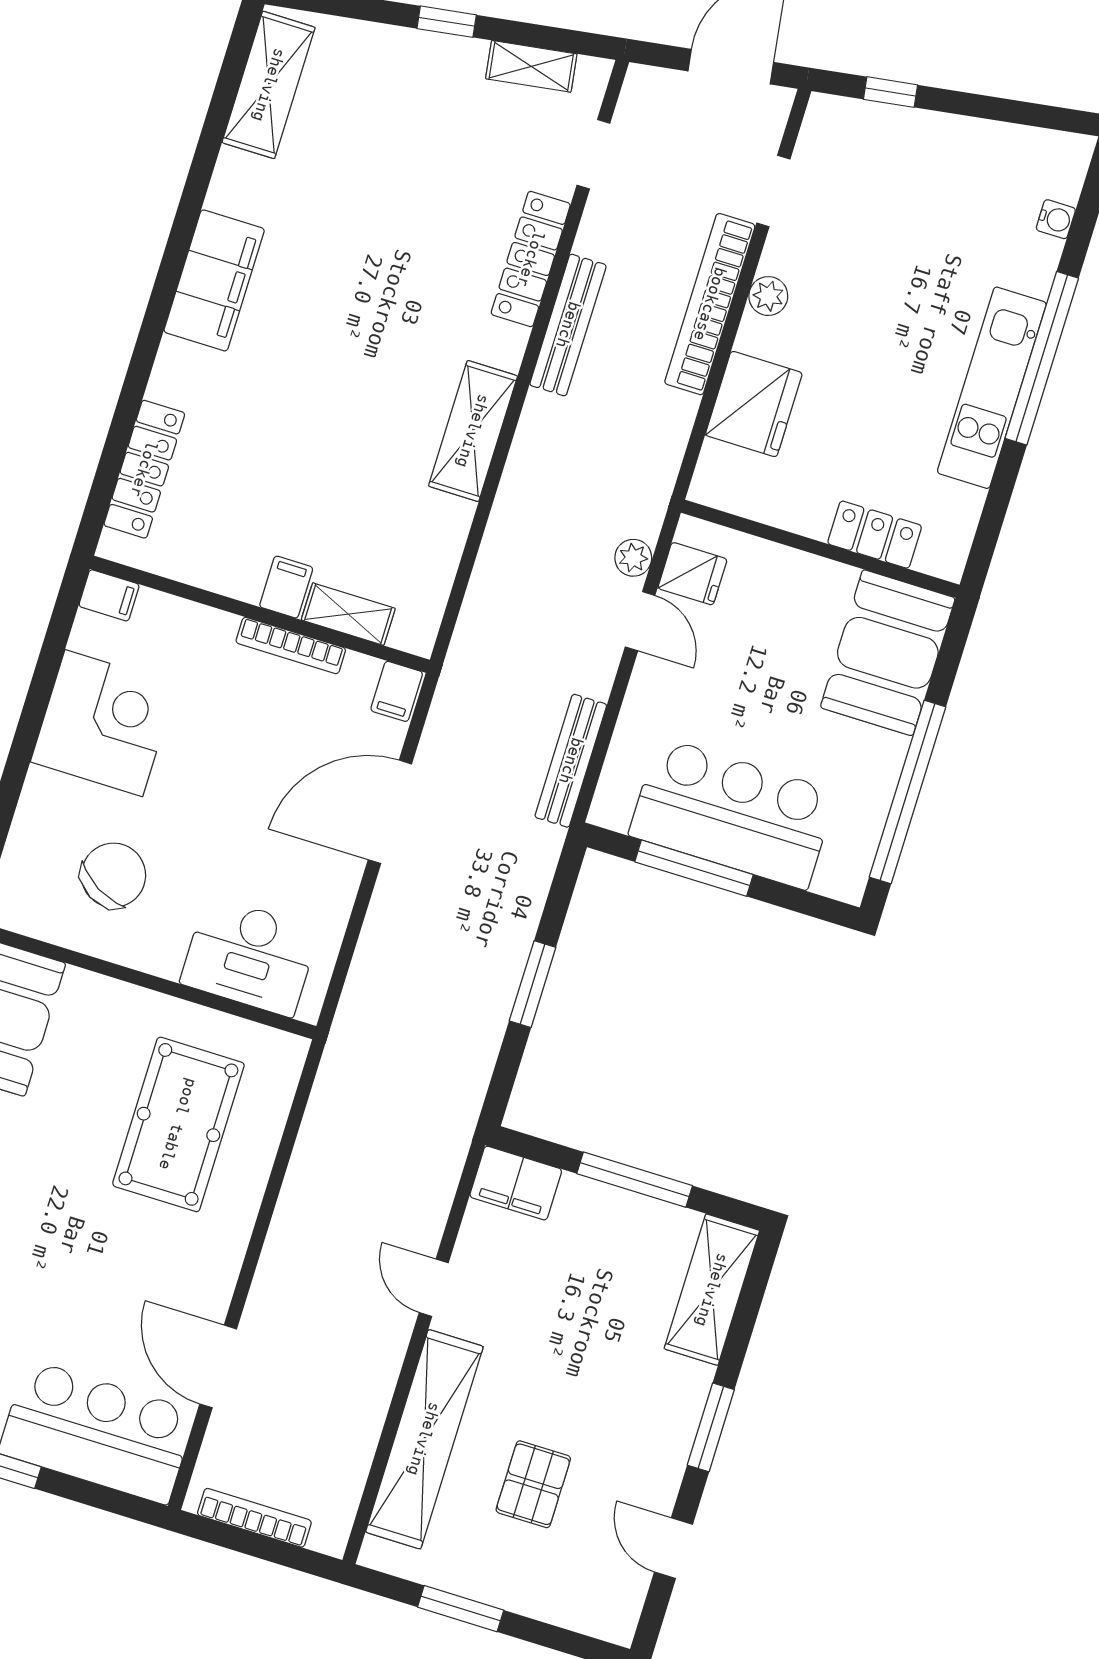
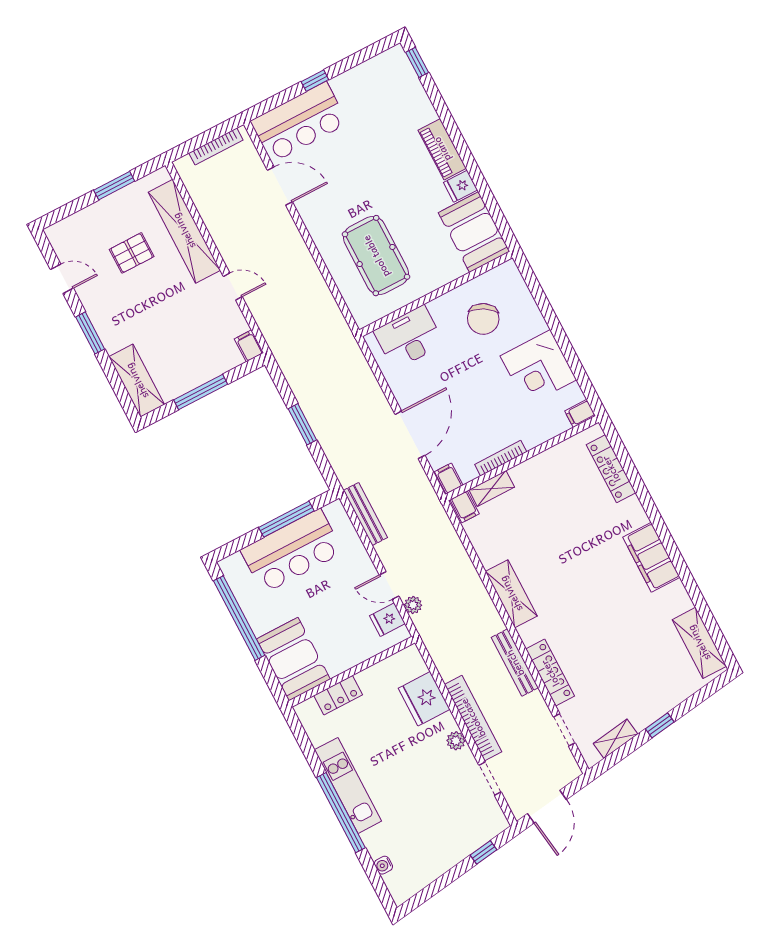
filing cabinet: (286, 587) -> (465, 507), moved
filing cabinet: (516, 1183) -> (249, 346), width x0.50
pallet: (533, 1484) -> (132, 253), turned 90

